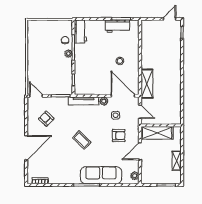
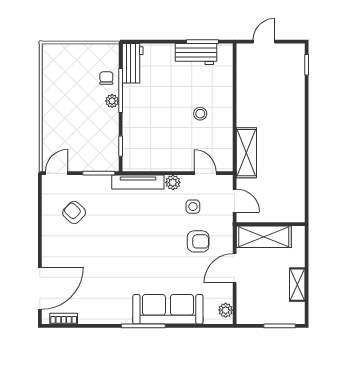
door: (170, 19) -> (264, 42), moved
door: (36, 96) -> (57, 173), hinge flipped
door: (123, 96) -> (205, 173), width x0.53
coffee table: (82, 140) -> (135, 249), removed
door: (26, 148) -> (40, 288), moved

